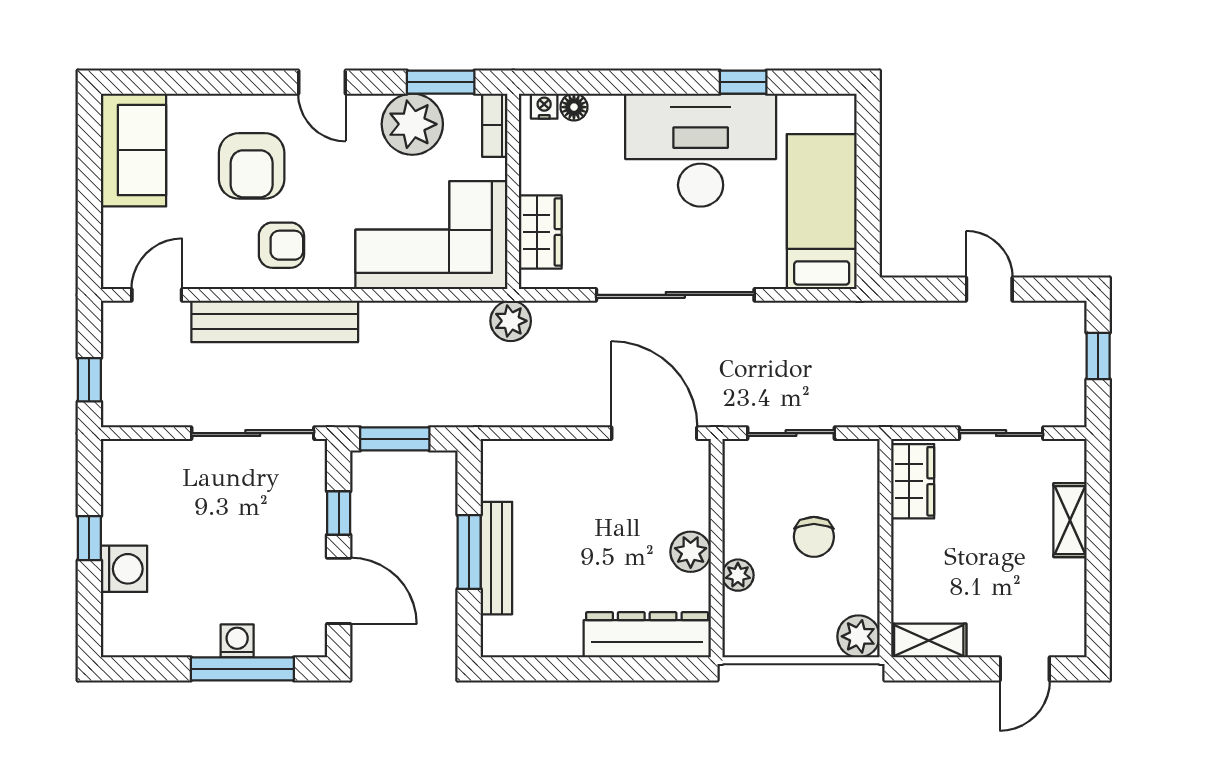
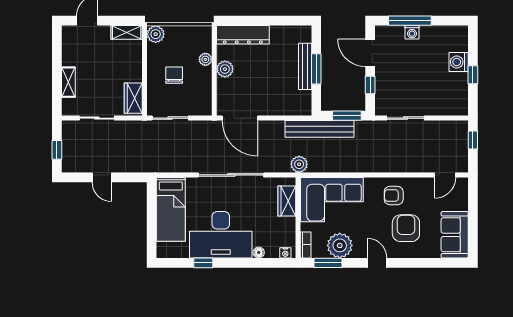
floor lamp: (574, 107) -> (259, 253), moved
bench: (275, 321) -> (319, 129), moved
sliding door: (253, 433) -> (406, 118), width x0.73
sliding door: (791, 433) -> (170, 118), moved

